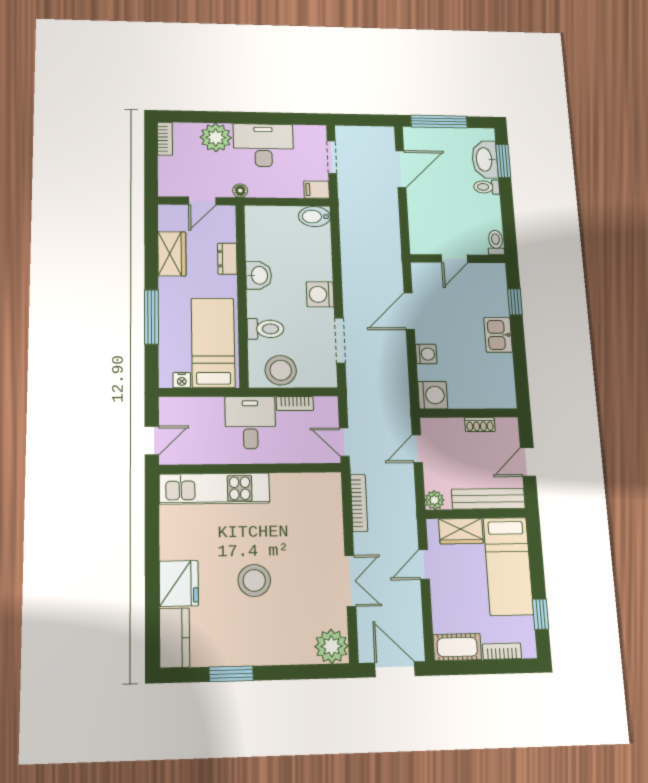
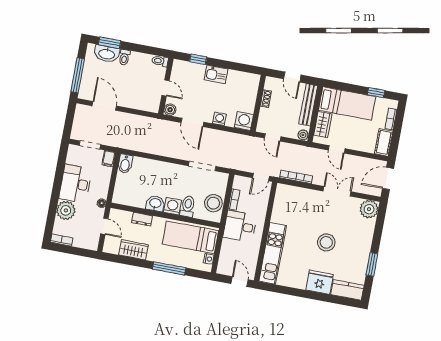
boiler: (421, 272) -> (170, 110), added
washing machine: (320, 294) -> (172, 206), moved, turned 180

